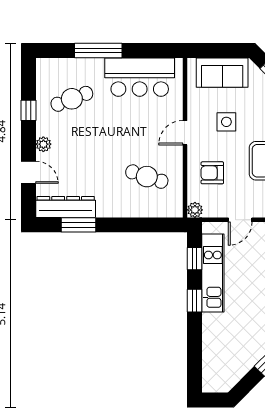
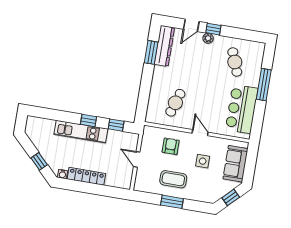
window: (29, 110) -> (213, 29), moved
plant: (195, 210) -> (148, 131), removed
kitchen unit: (213, 273) -> (81, 132), moved

